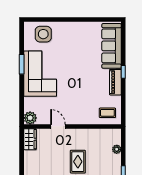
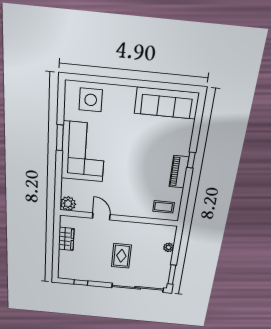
sofa: (112, 46) -> (167, 103), moved, turned -90
wardrobe: (30, 139) -> (66, 239), moved

